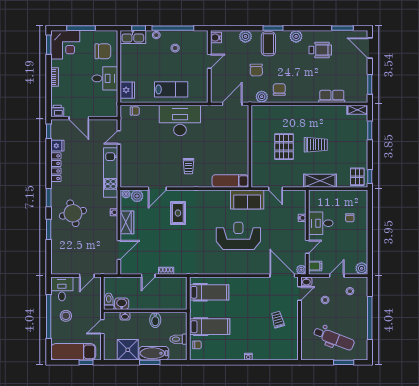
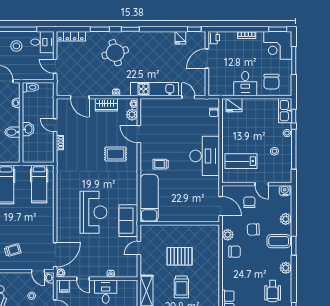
chair: (228, 74) -> (249, 202), added
lab bench: (171, 89) -> (241, 161), moved, turned 90
locker: (56, 167) -> (71, 36), moved
exam couch: (230, 181) -> (149, 198), width x1.36, depth x1.45
washbasin: (122, 304) -> (28, 129), moved

